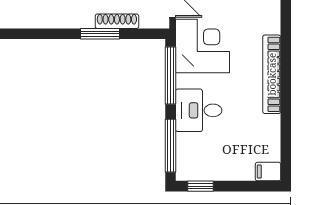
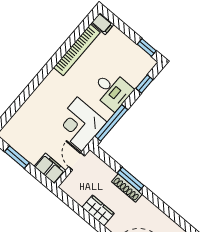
shoe rack: (117, 21) -> (127, 188), moved
bookcase: (272, 74) -> (77, 50), moved
window: (170, 146) -> (144, 84), width x0.46

